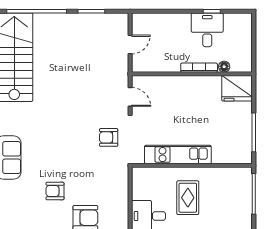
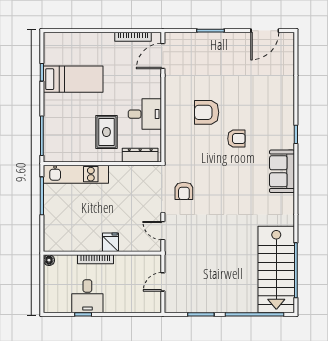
floor lamp: (224, 67) -> (49, 260), moved
fridge: (237, 88) -> (111, 242), moved, width x0.53, depth x0.75
armchair: (109, 137) -> (184, 191), turned 90
kitchen unit: (178, 155) -> (76, 174), moved
dresser: (153, 174) -> (140, 155), added

